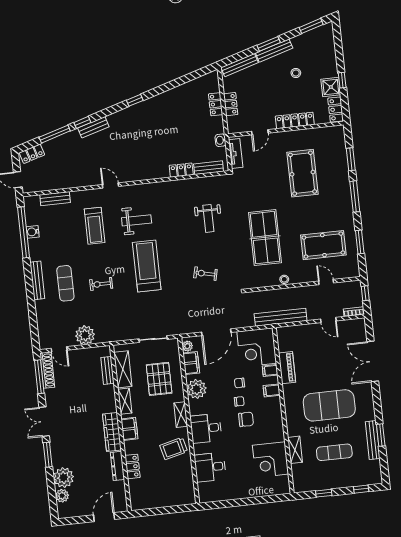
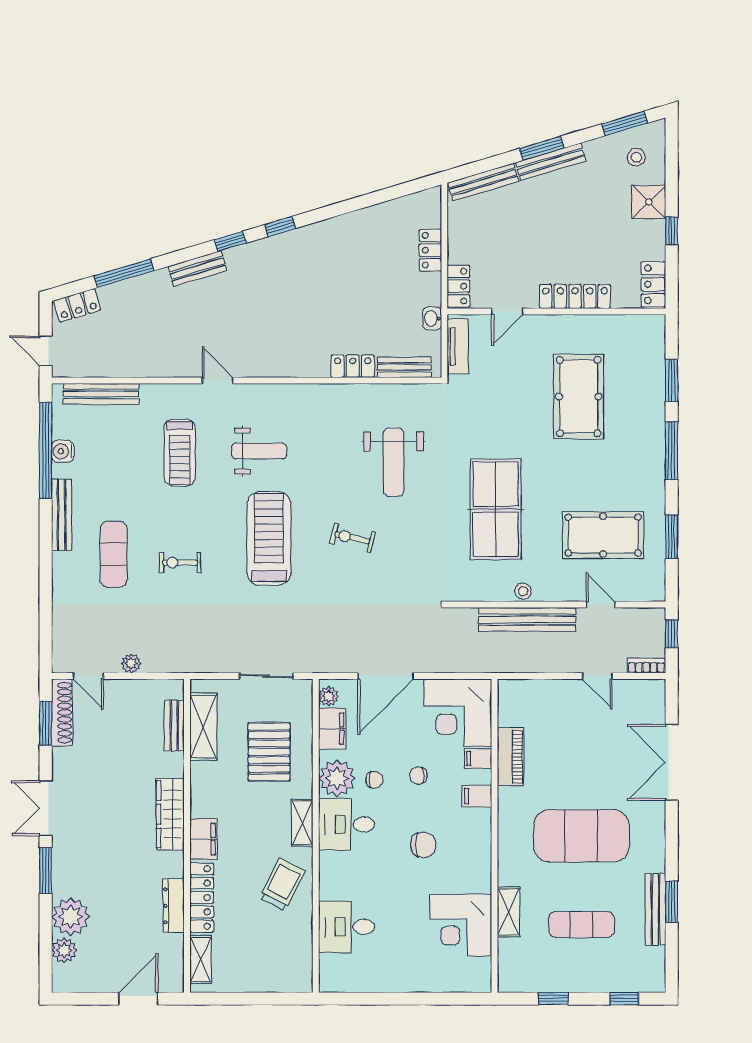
stool: (296, 73) -> (636, 157), moved
shower: (331, 87) -> (649, 202), moved
locker: (231, 104) -> (459, 286), moved
window: (82, 122) -> (230, 241), moved
bench: (55, 199) -> (101, 394), width x1.36
weight bench: (208, 218) -> (394, 462), width x1.36, depth x1.33
exercise bike: (205, 274) -> (352, 538), moved
bench: (37, 280) -> (62, 515), moved
bench: (281, 317) -> (527, 620), moved
plant: (85, 335) -> (131, 664), width x0.53, depth x0.53
window: (39, 377) -> (46, 723), width x0.69
shelving: (125, 401) -> (201, 959), moved
chair: (239, 401) -> (374, 780), moved
desk: (206, 428) -> (346, 824), moved
wardrobe: (112, 432) -> (170, 814), moved
trolley: (174, 448) -> (282, 885), turned 131
locker: (133, 466) -> (202, 898), width x1.53

